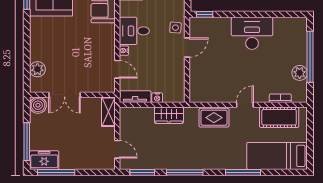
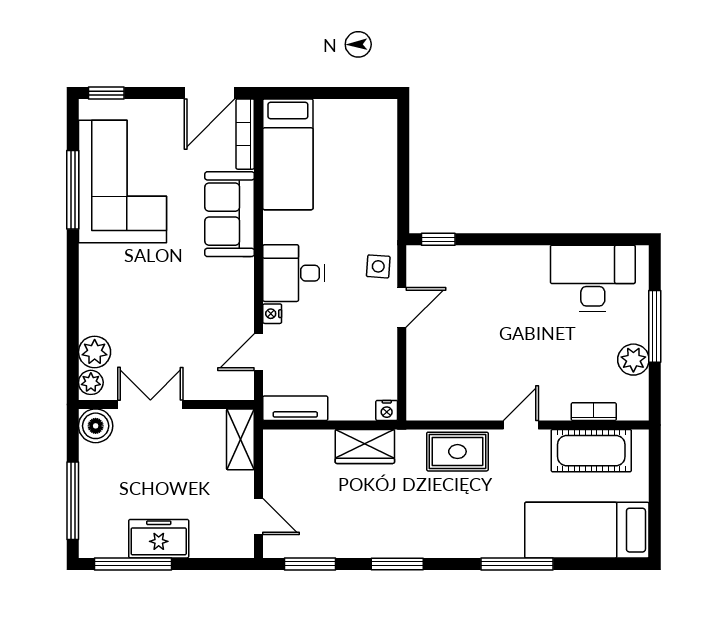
desk: (252, 33) -> (593, 278), moved
window: (310, 57) -> (655, 326), width x0.68
door: (117, 69) -> (259, 352), swing flipped
plant: (36, 84) -> (91, 382), added
double door: (65, 95) -> (150, 405), swing flipped
nightstand: (157, 98) -> (387, 410), moved
freezer: (44, 160) -> (159, 539), moved
window: (185, 172) -> (397, 564), width x0.69

